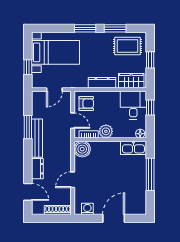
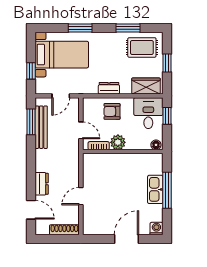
window: (85, 28) -> (80, 28), moved
dresser: (102, 83) -> (109, 88), width x0.70
armchair: (86, 103) -> (112, 111), moved, turned 180
window: (28, 127) -> (31, 122), moved
bench: (37, 138) -> (41, 127), moved
kitchen sink: (133, 148) -> (155, 189), moved, turned 90
boiler: (82, 149) -> (91, 162), removed
washing machine: (87, 209) -> (156, 228), moved

